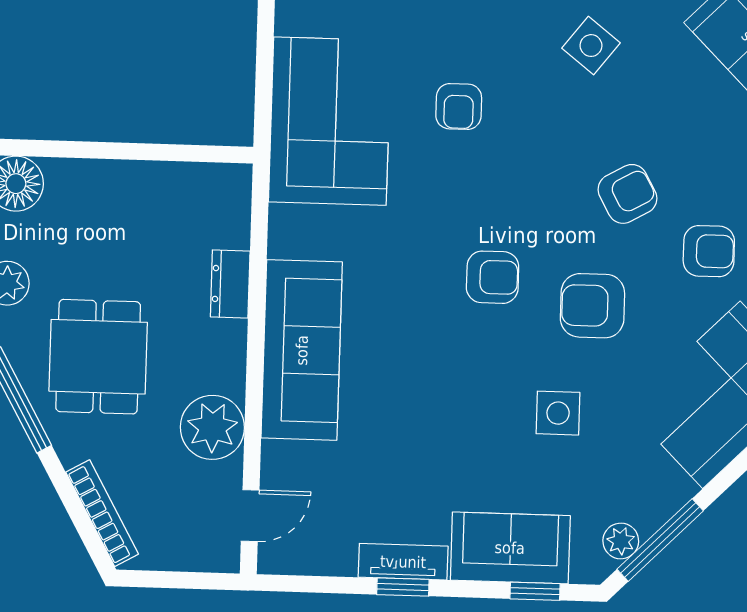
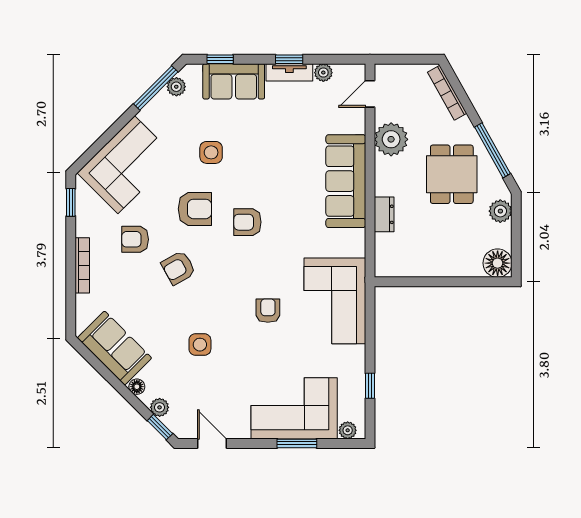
side table: (591, 46) -> (200, 345), turned -38
plant: (338, 559) -> (323, 73), added

